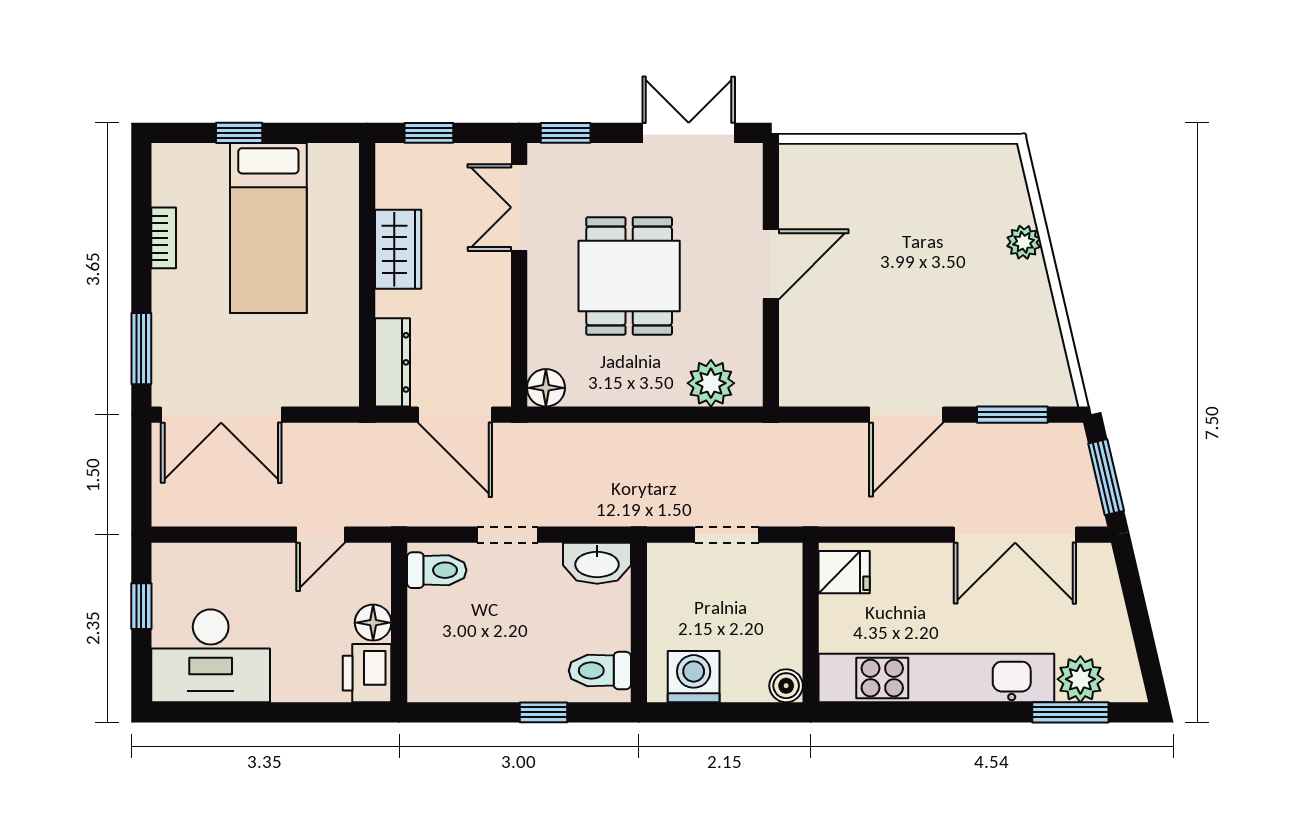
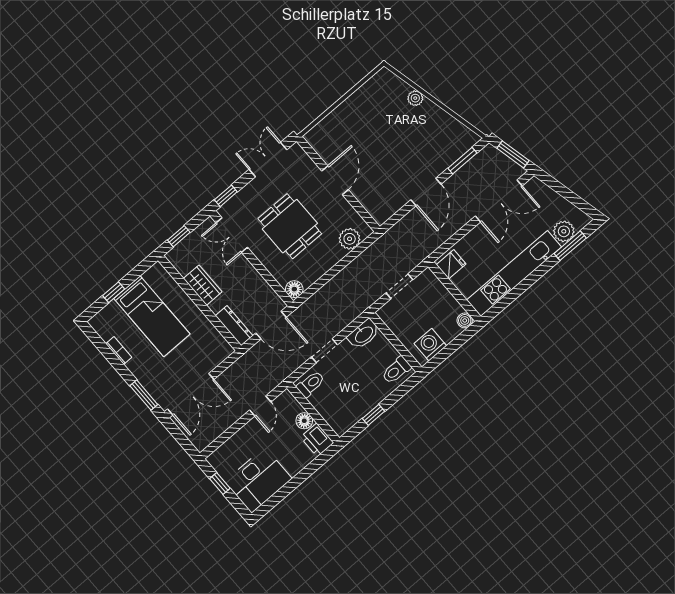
window: (543, 712) -> (373, 415), moved

